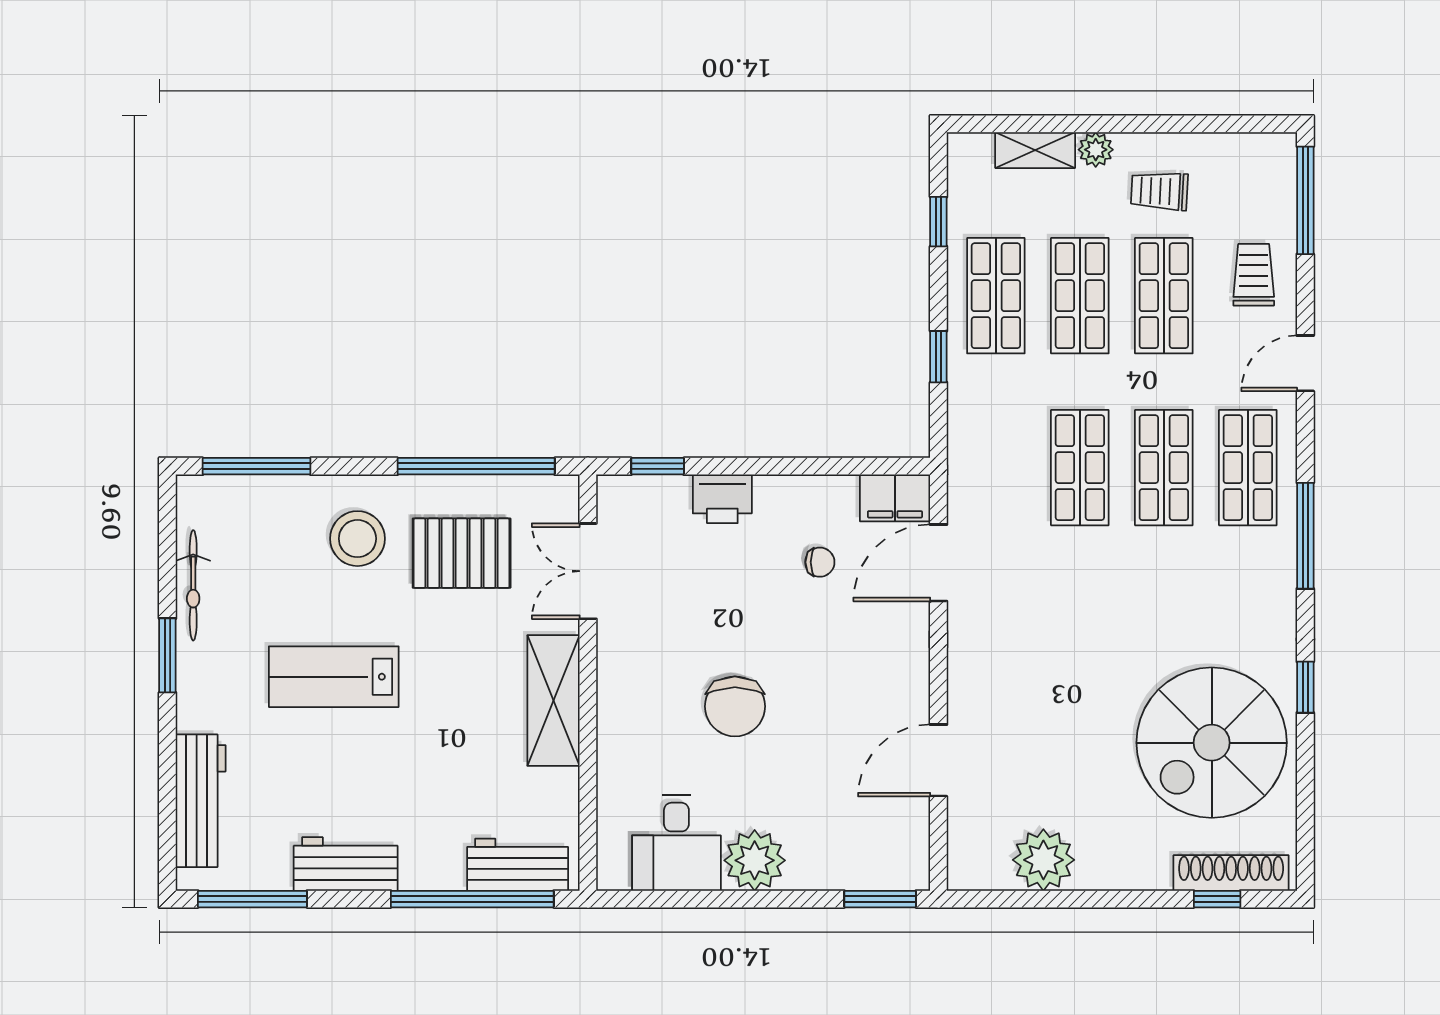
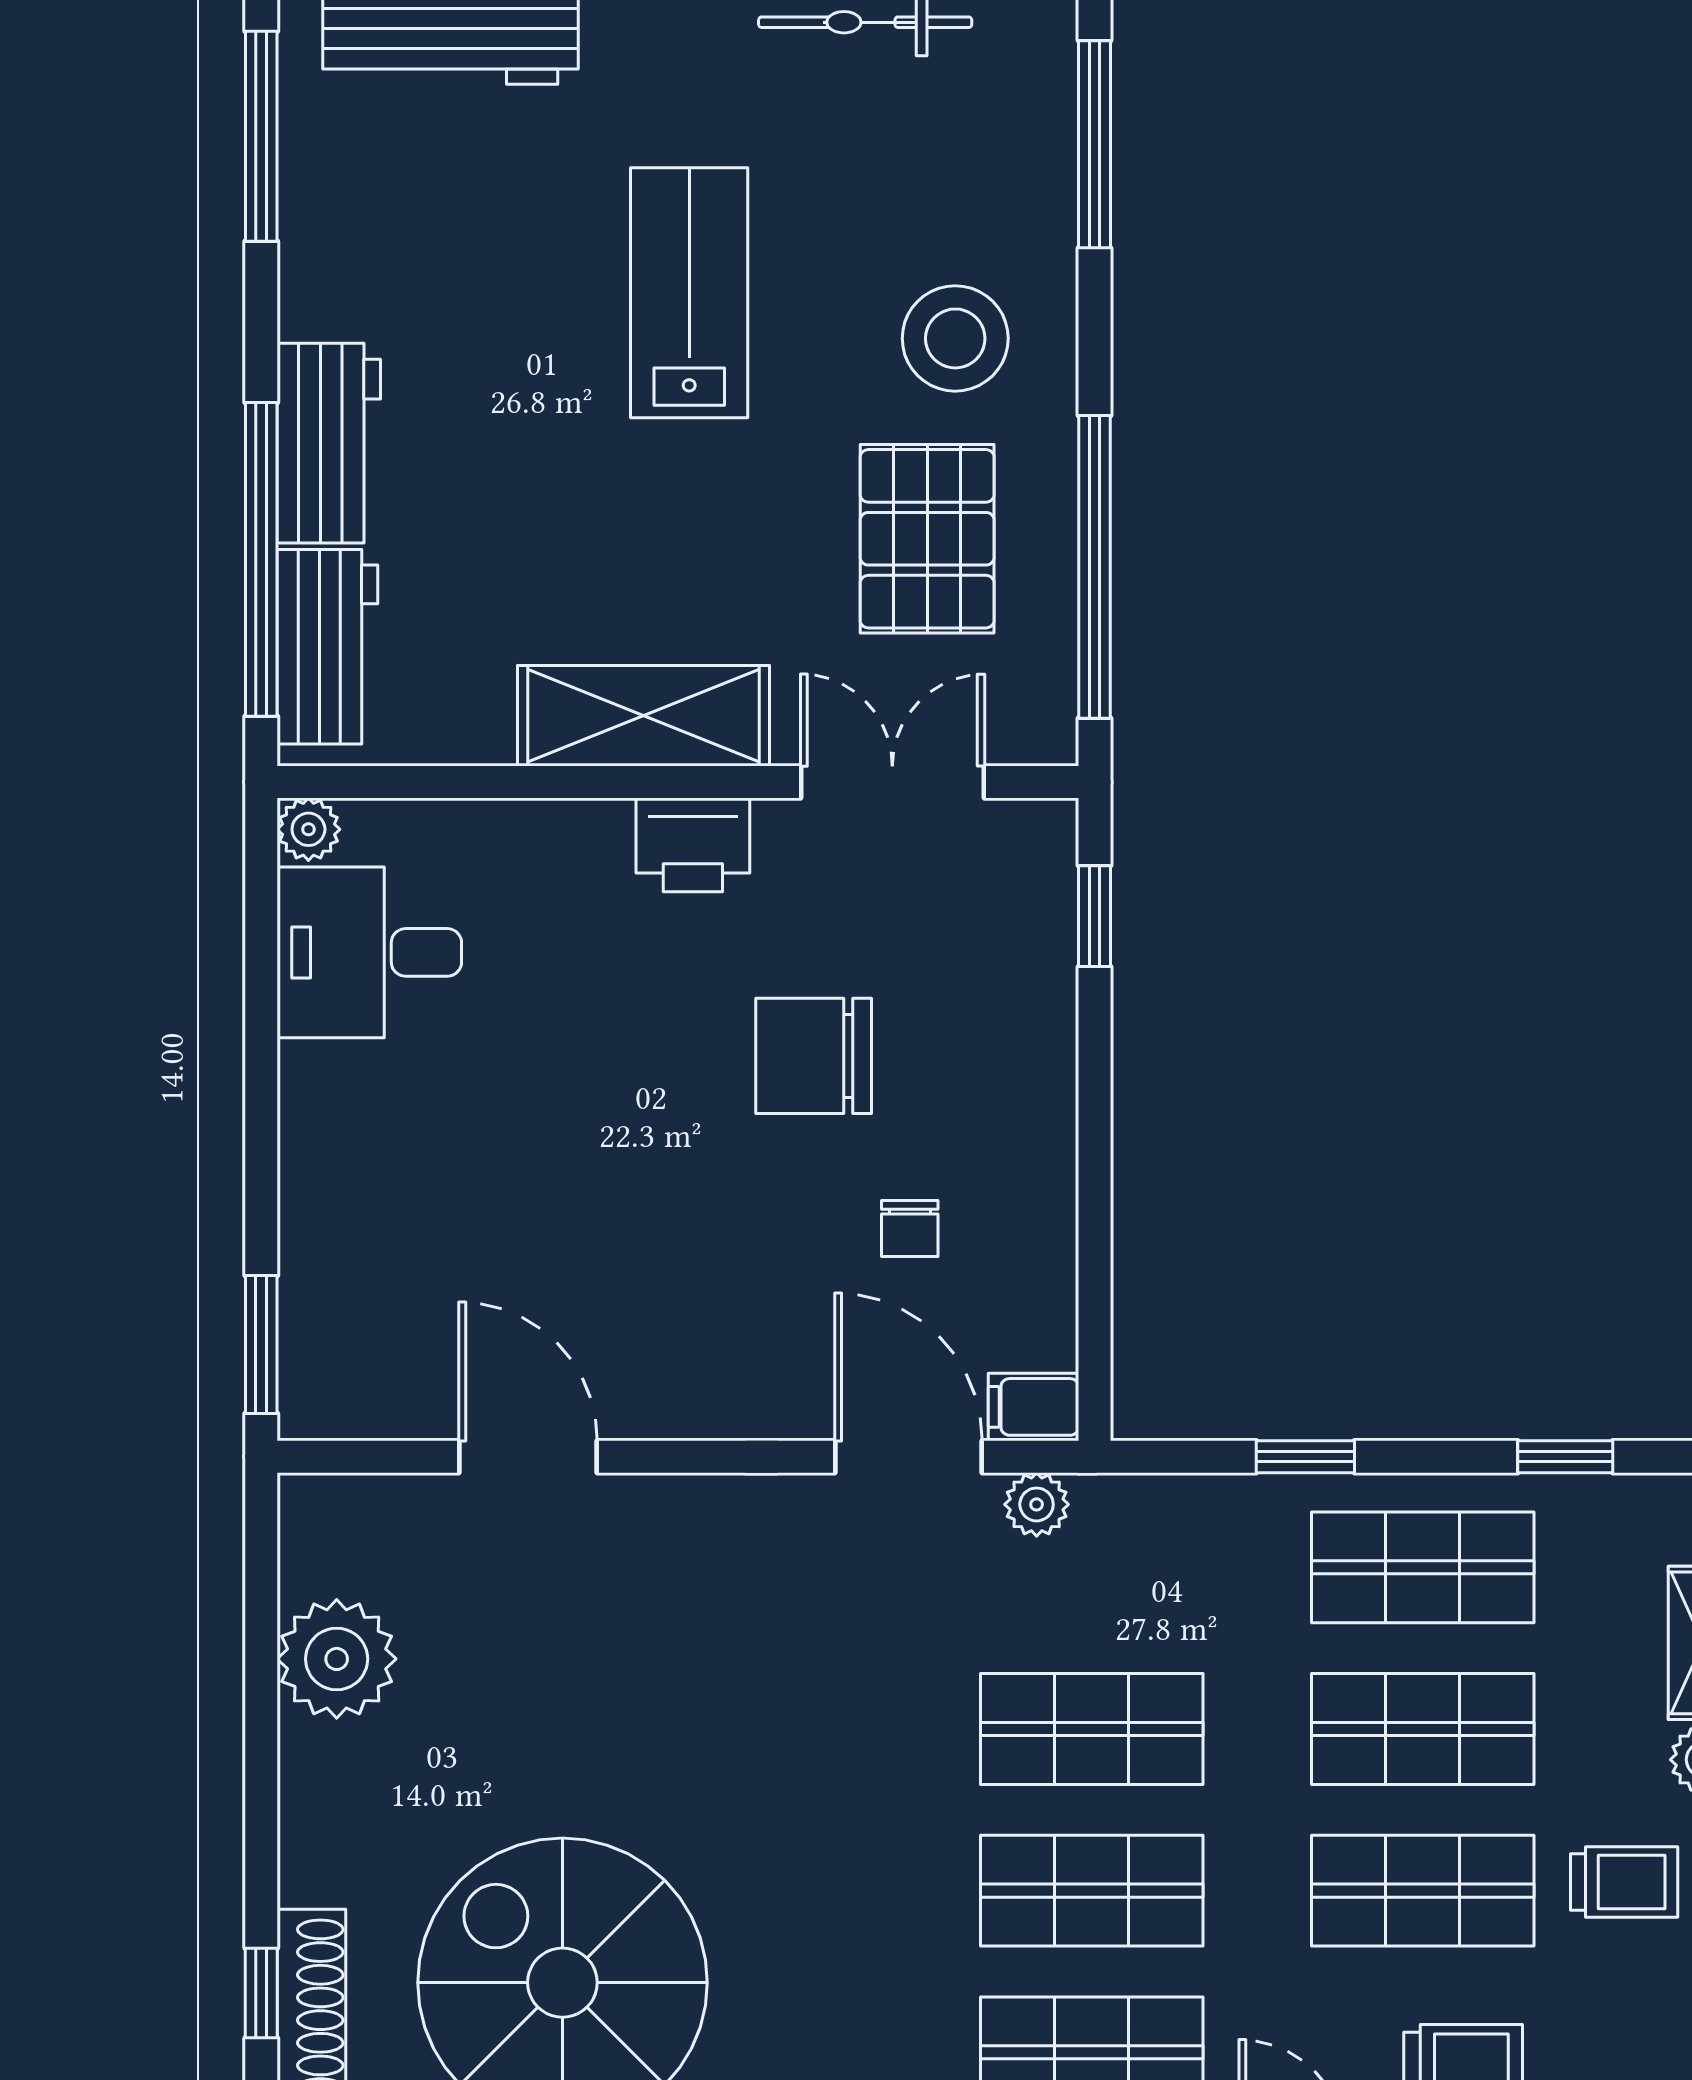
trolley: (1159, 191) -> (1624, 1882), turned 87
plant: (963, 496) -> (1037, 1504), added
filing cabinet: (895, 498) -> (1034, 1407), width x0.50
printer: (722, 499) -> (693, 845), moved, turned -90
chair: (735, 706) -> (814, 1056), moved
plant: (755, 860) -> (308, 829), moved, width x0.53, depth x0.53
workbench: (346, 864) -> (329, 443), moved

